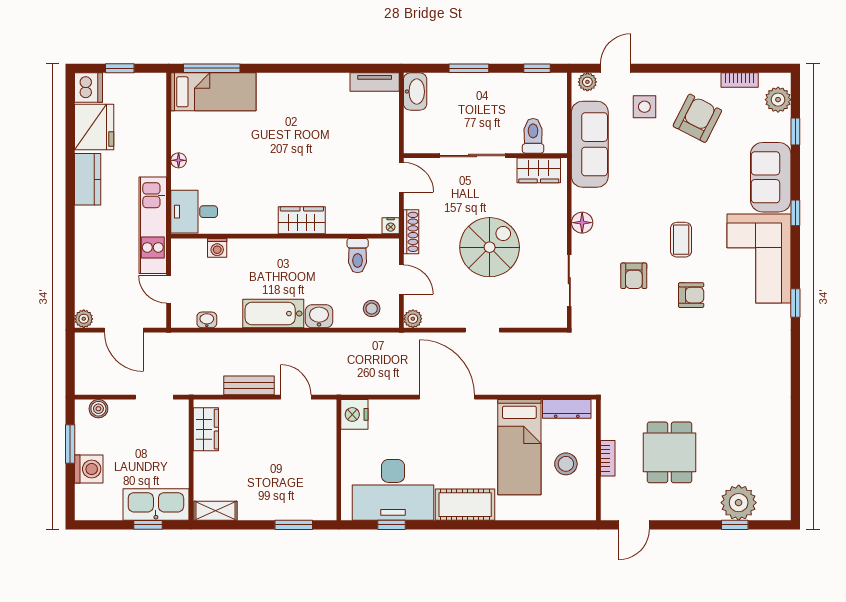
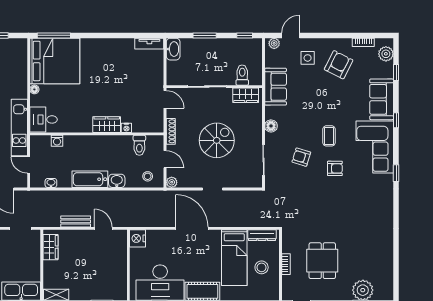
bed: (213, 92) -> (55, 61), width x2.04
sofa: (590, 144) -> (276, 87), width x0.73
nightstand: (391, 226) -> (126, 128), moved
armchair: (634, 276) -> (301, 157), turned 107

